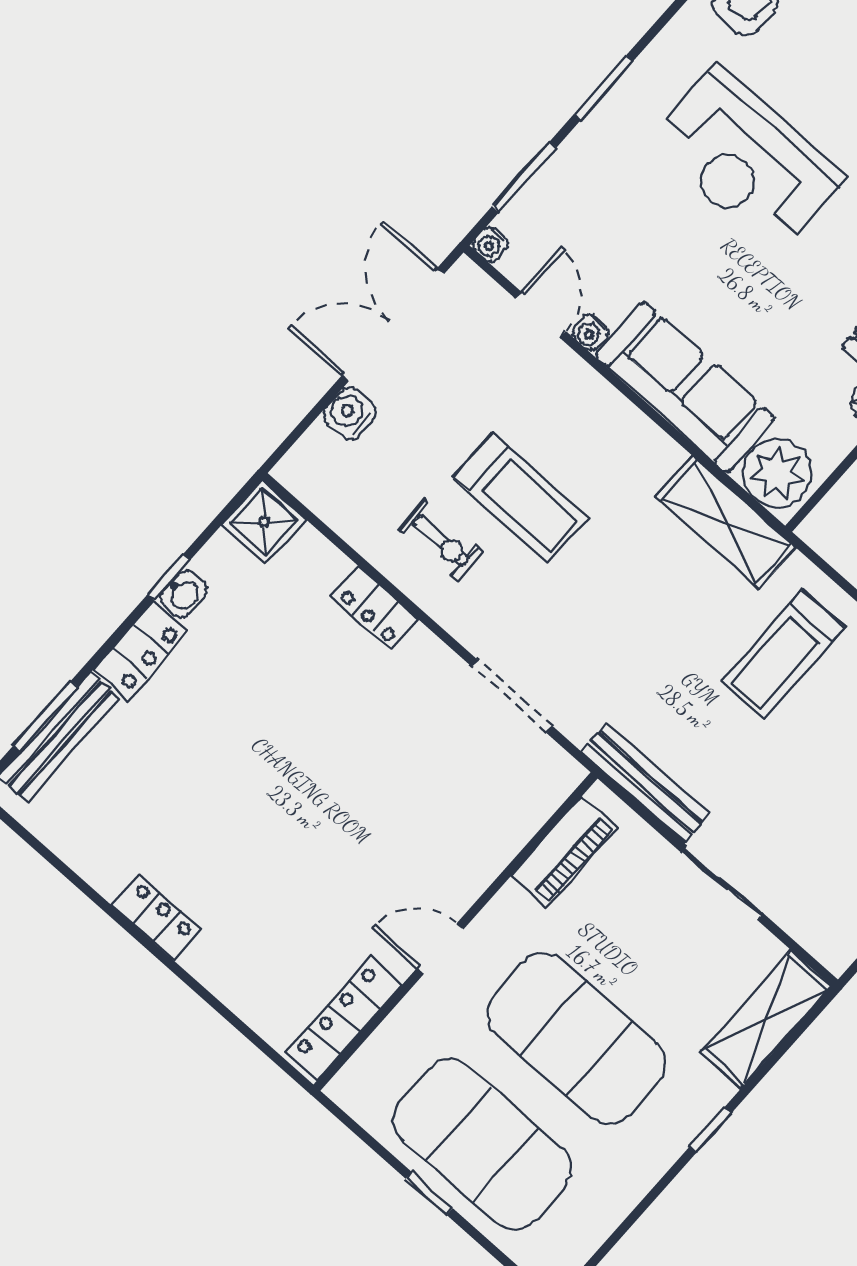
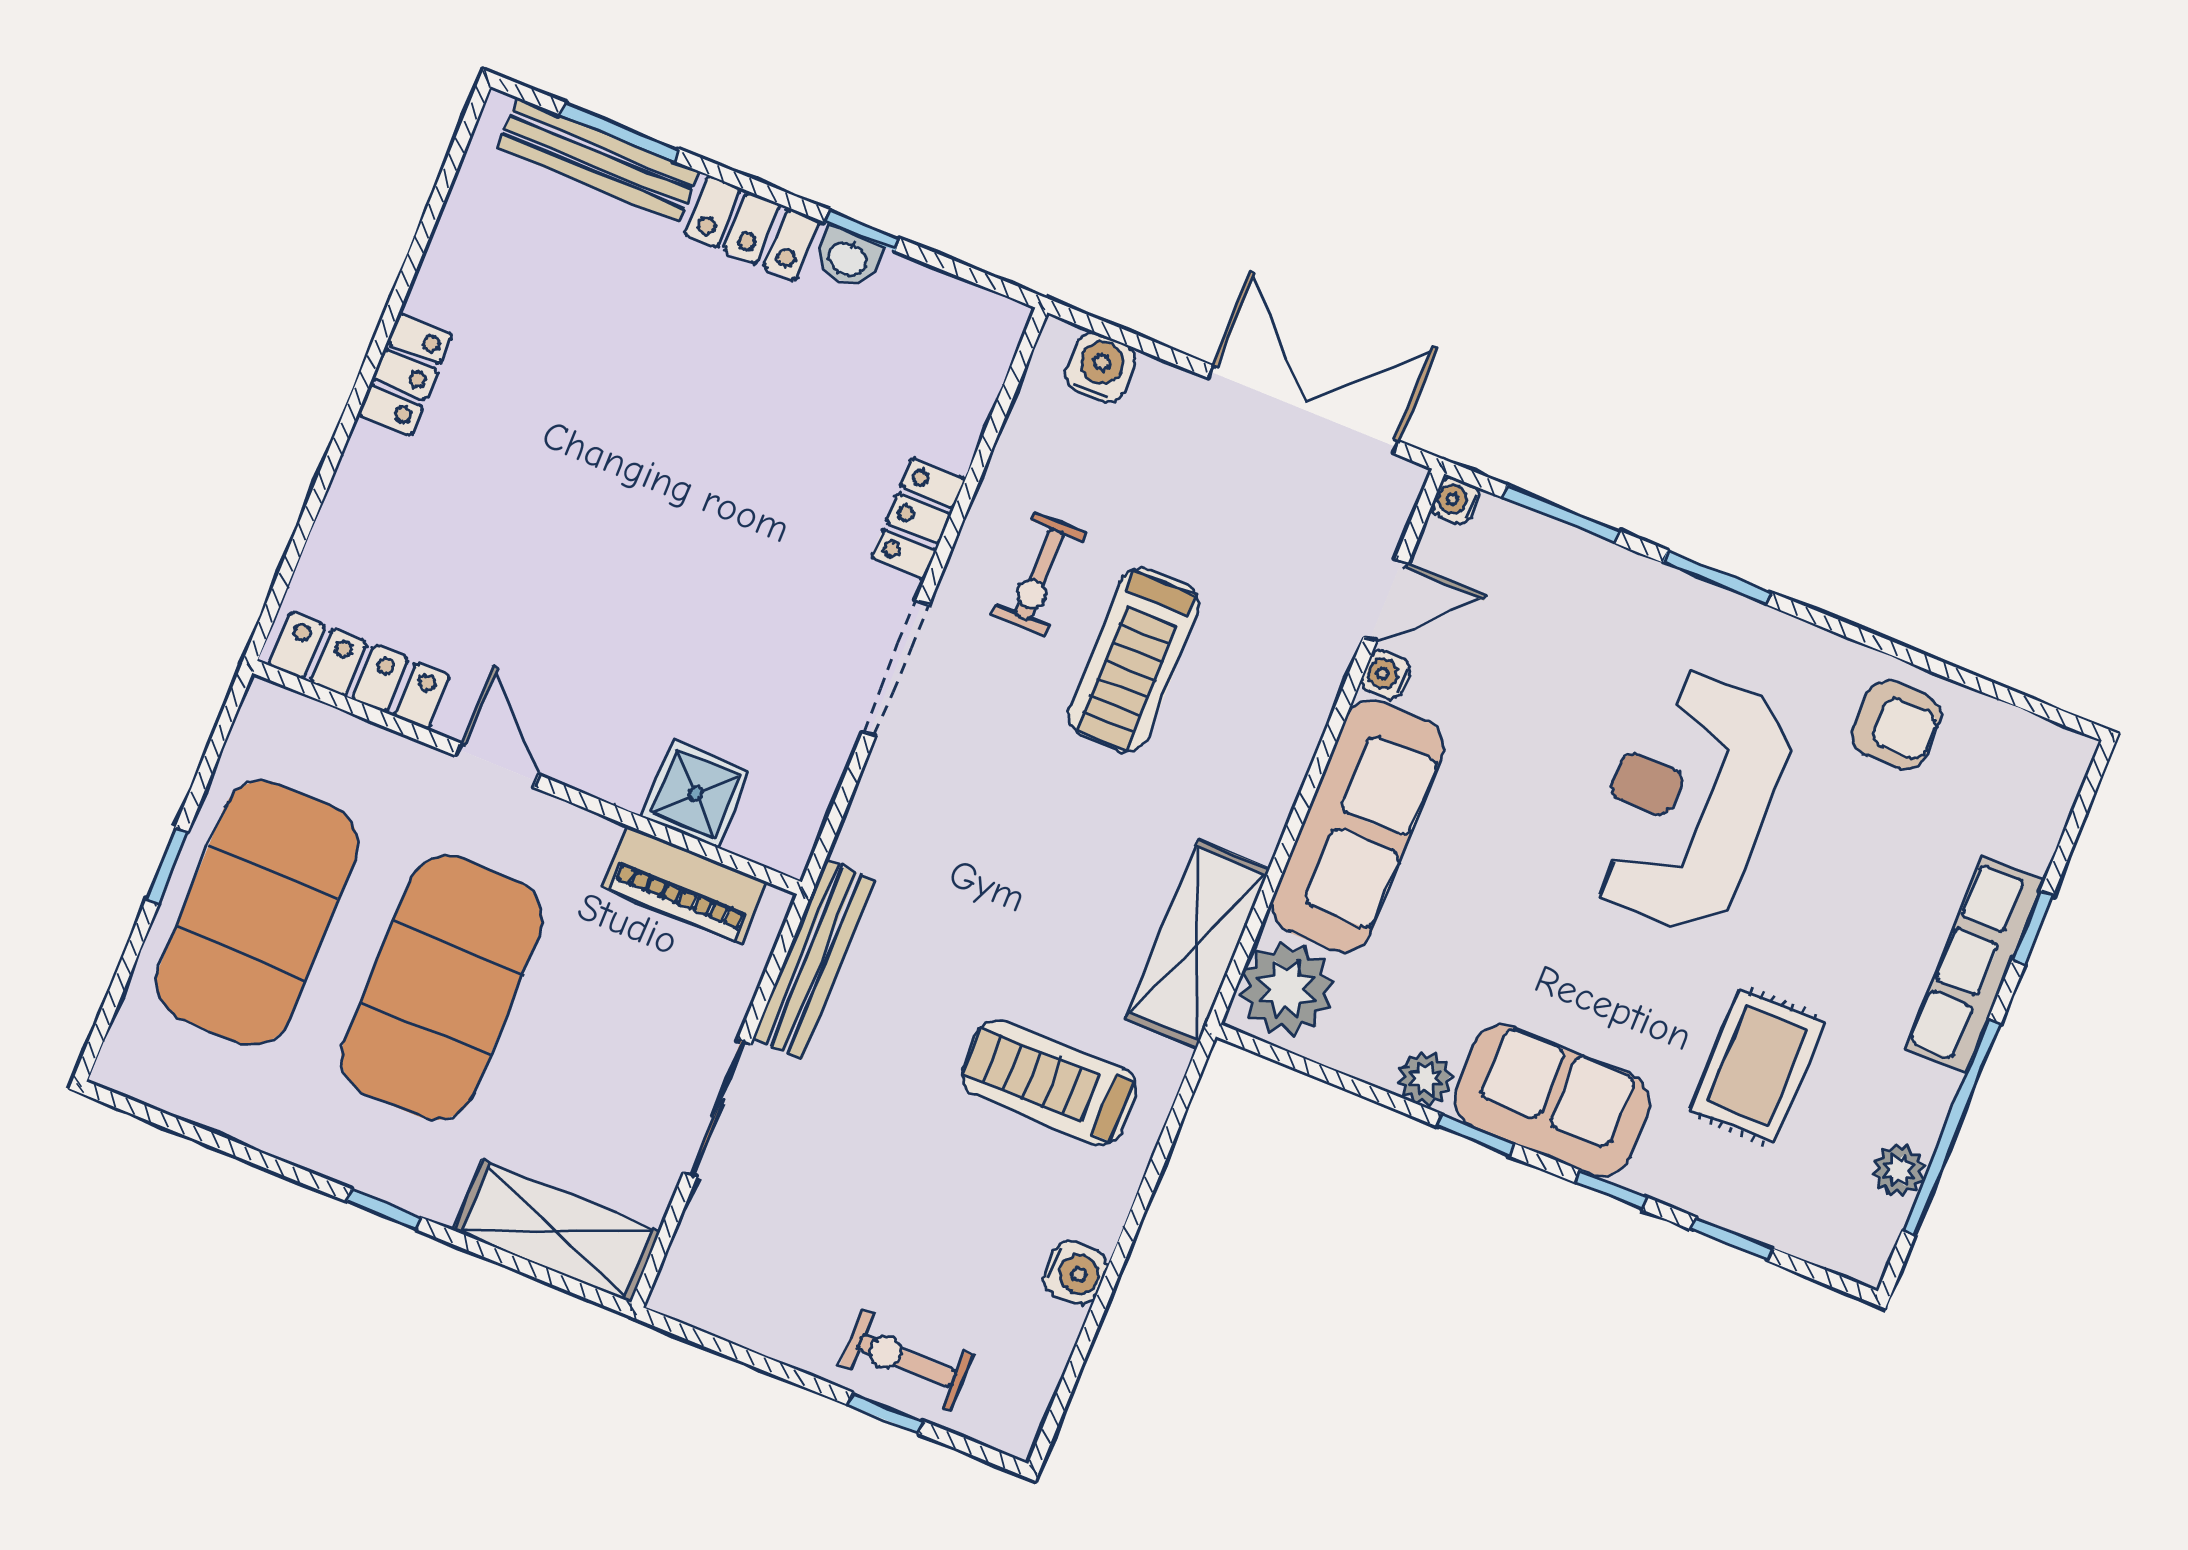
water cooler: (350, 413) -> (1100, 367), moved
shower: (264, 522) -> (695, 794), moved
doorway: (512, 696) -> (896, 668), moved

